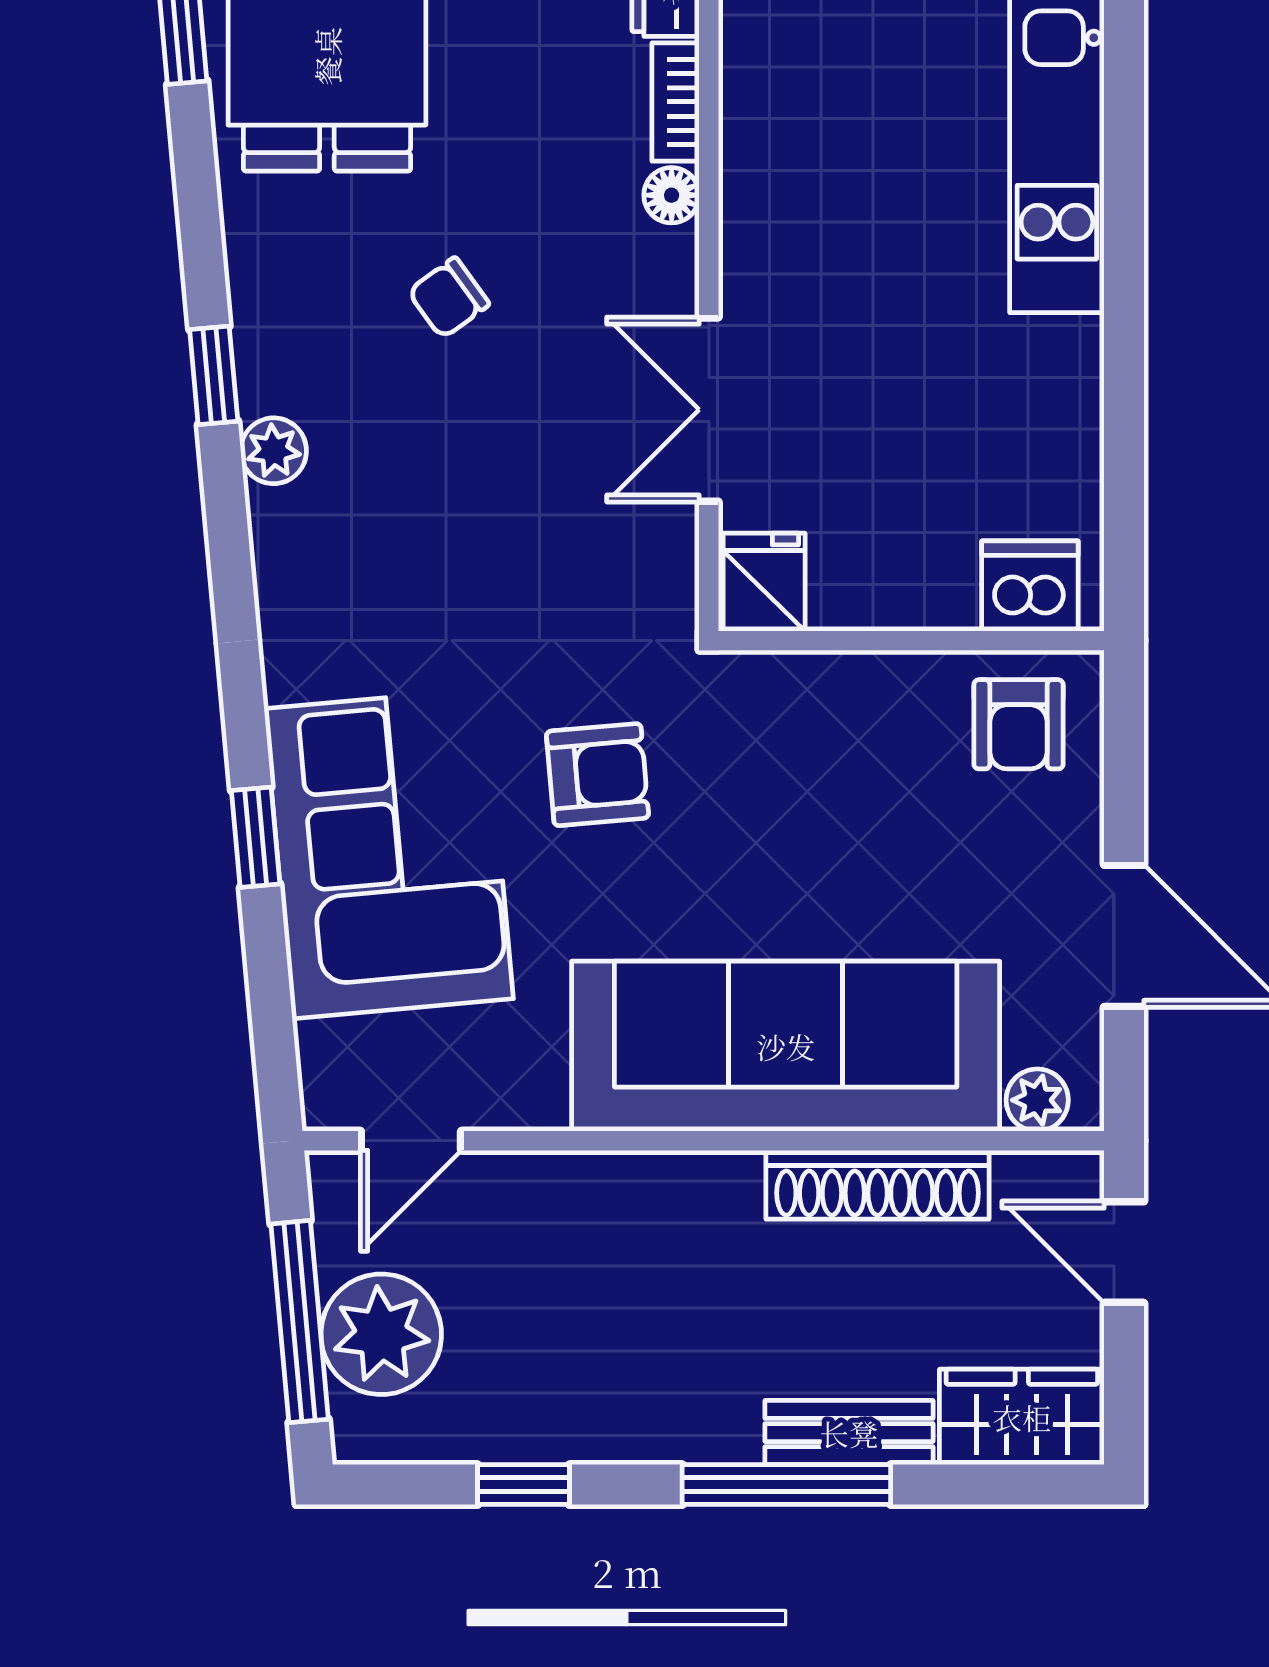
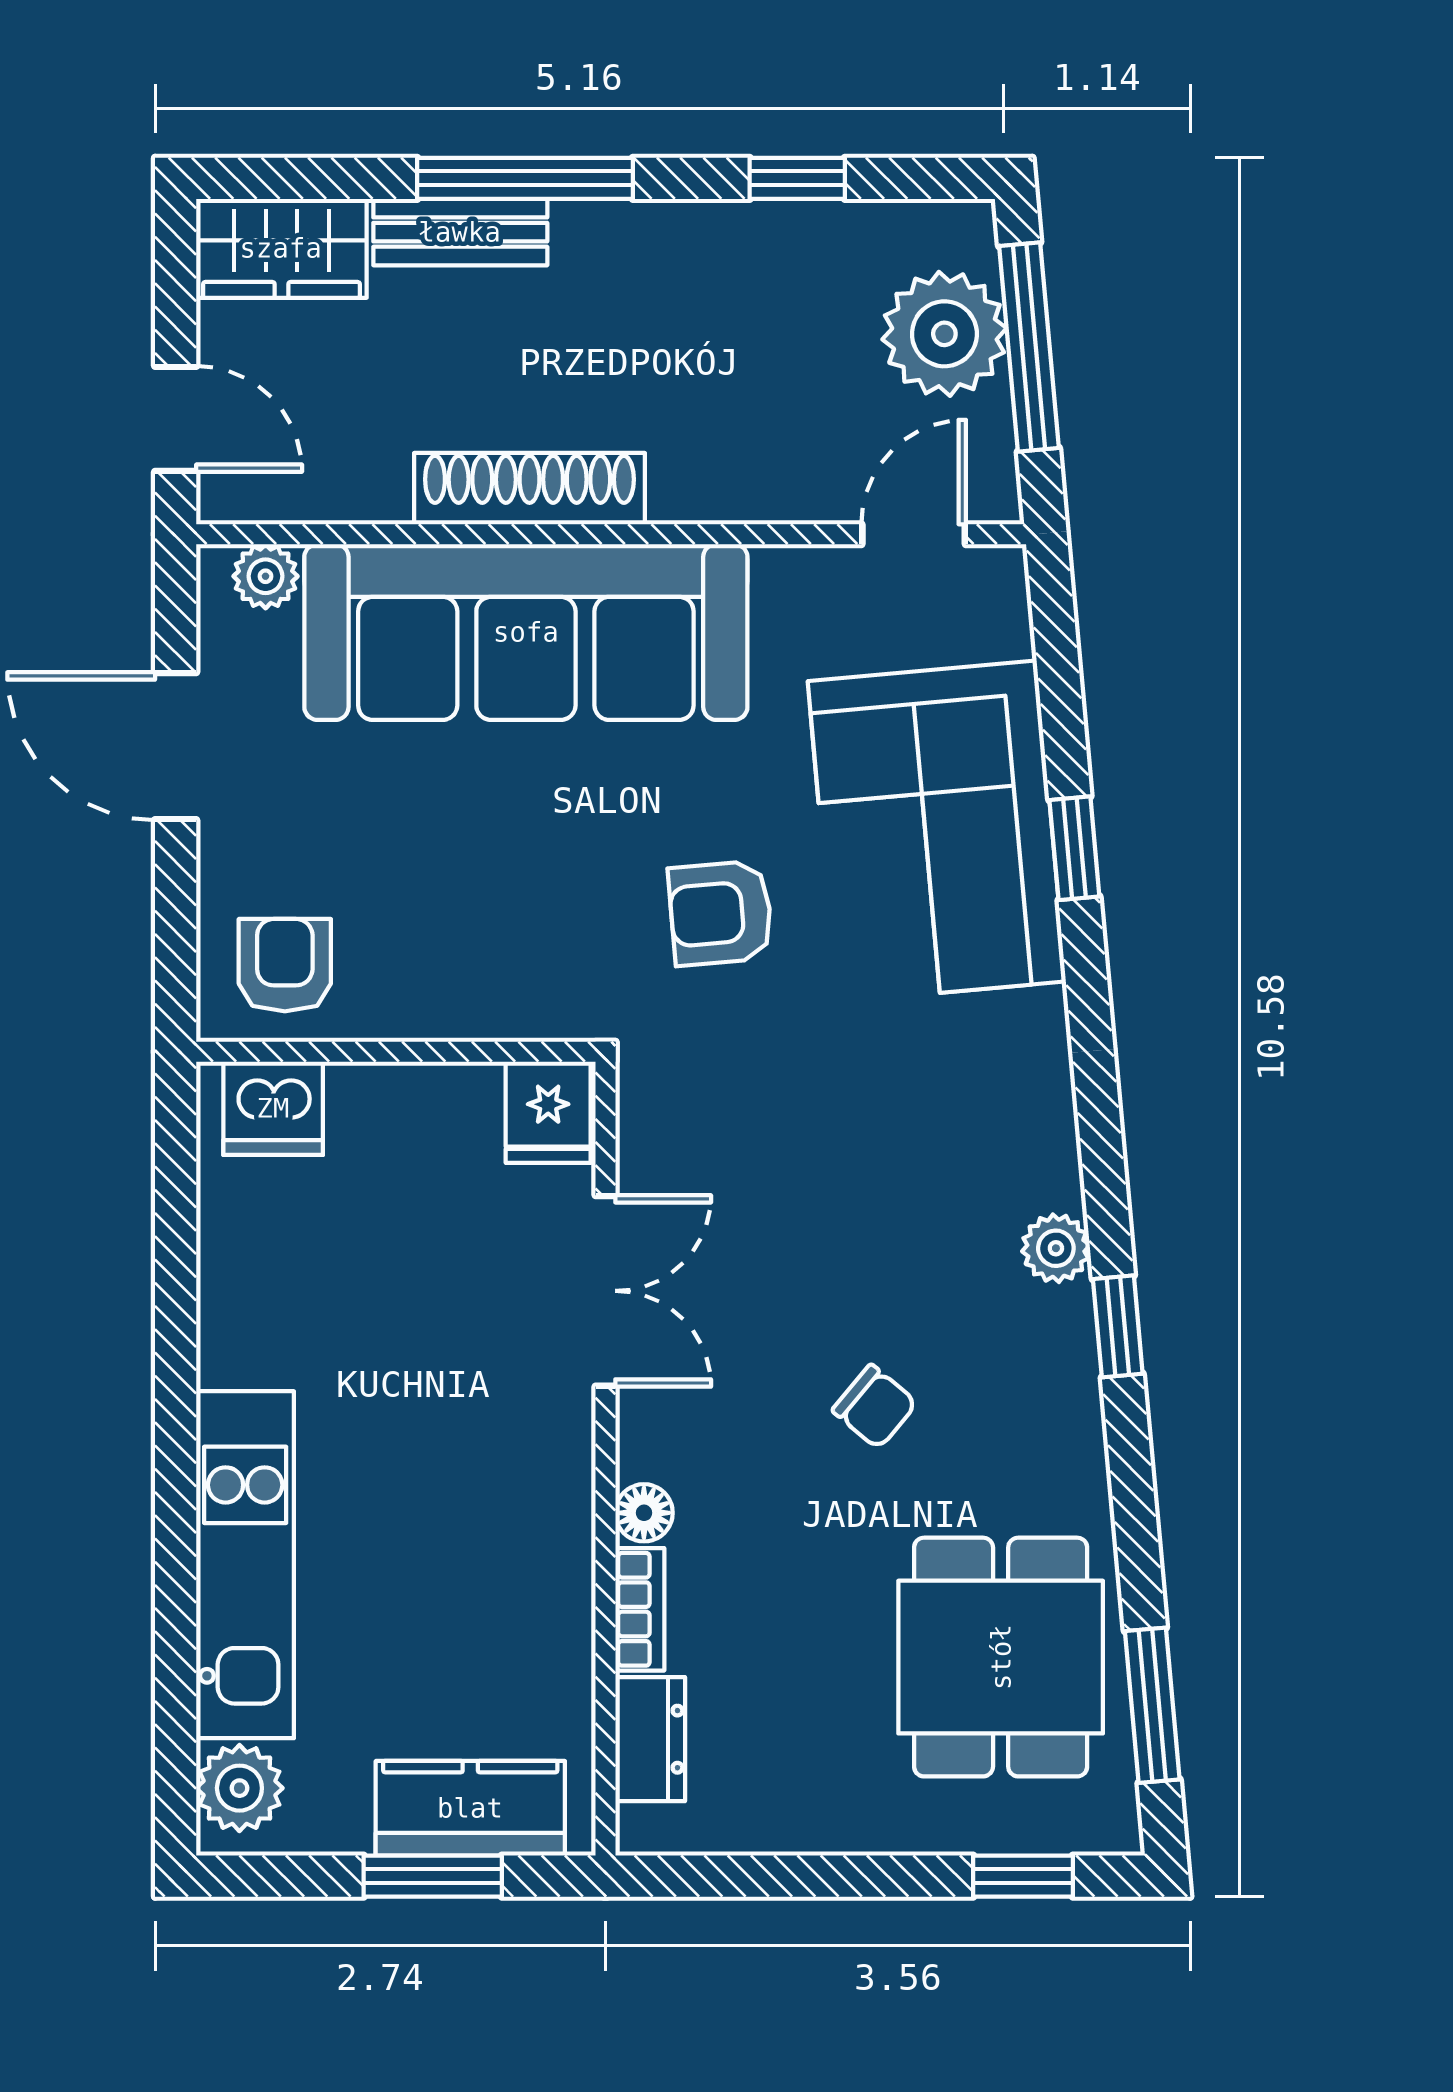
chair: (449, 298) -> (875, 1407), turned 76
shoe rack: (878, 1185) -> (529, 489), moved

